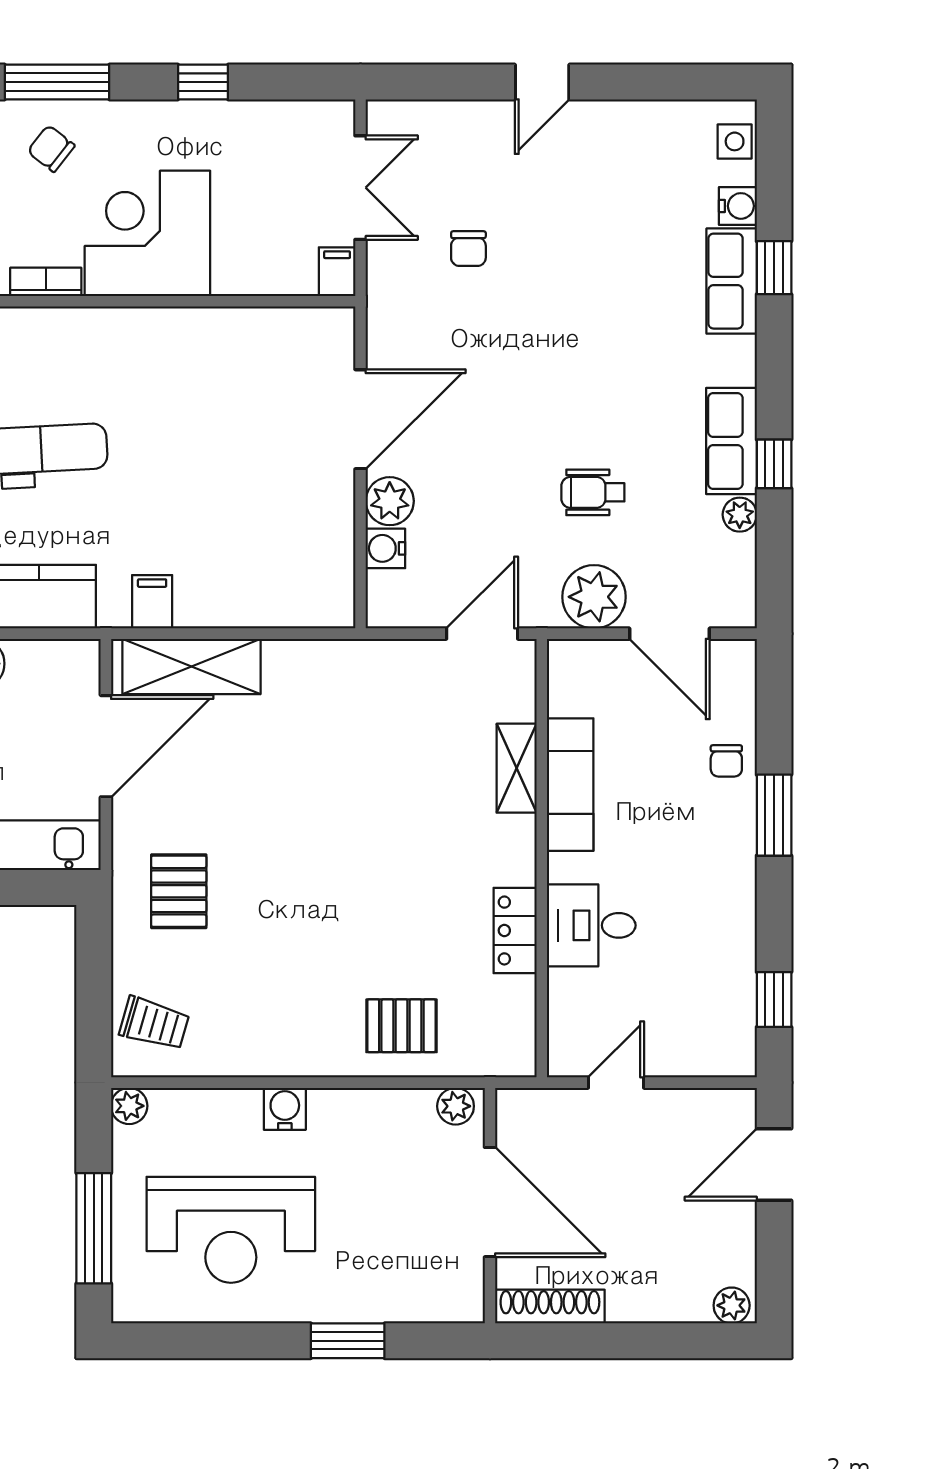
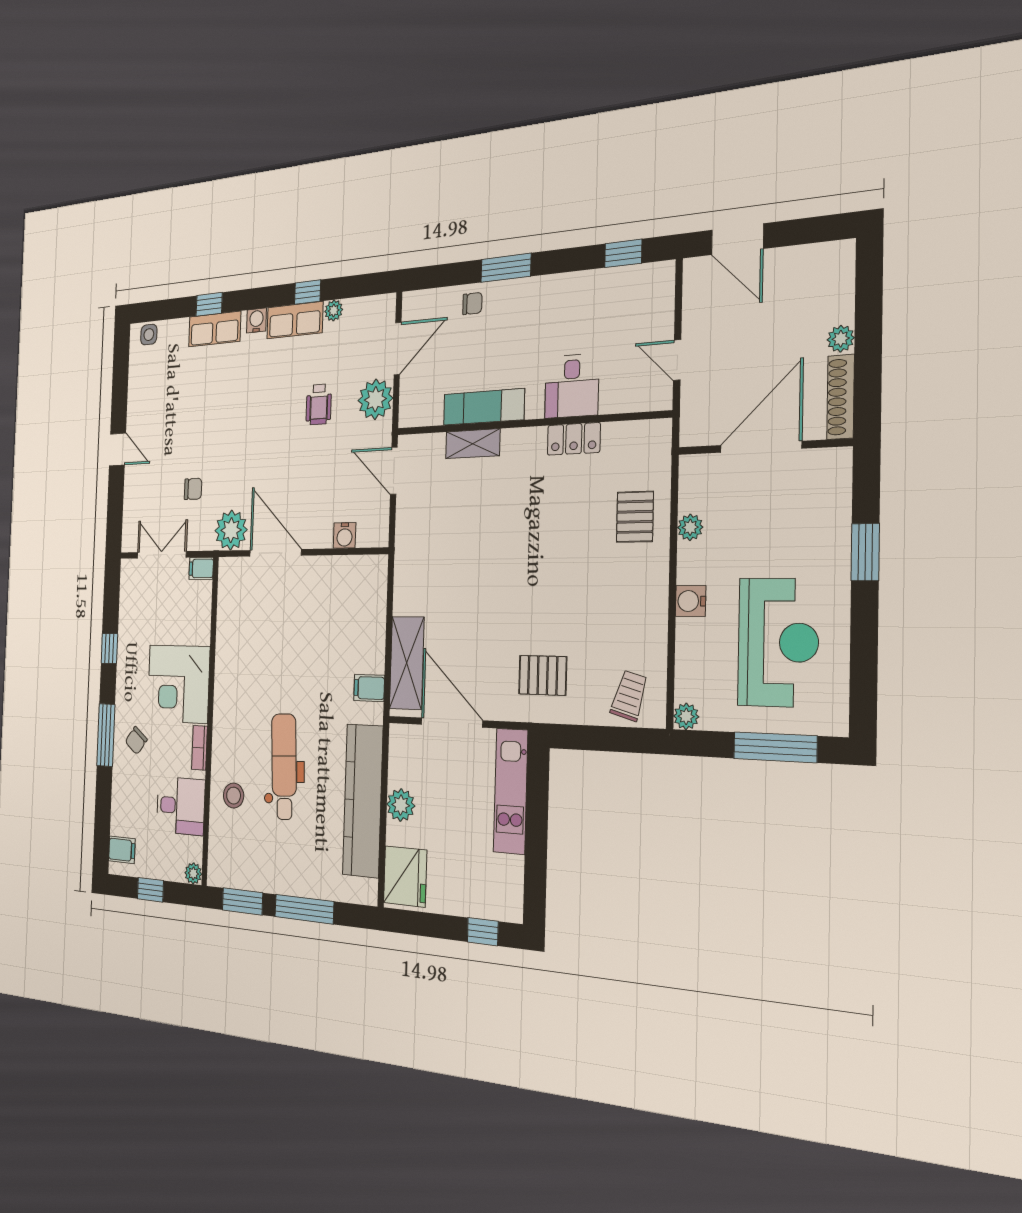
water cooler: (738, 206) -> (256, 320), moved
plant: (390, 501) -> (231, 530), moved, width x1.36, depth x1.36
plant: (456, 1106) -> (690, 527), moved
plant: (732, 1305) -> (841, 339), moved

